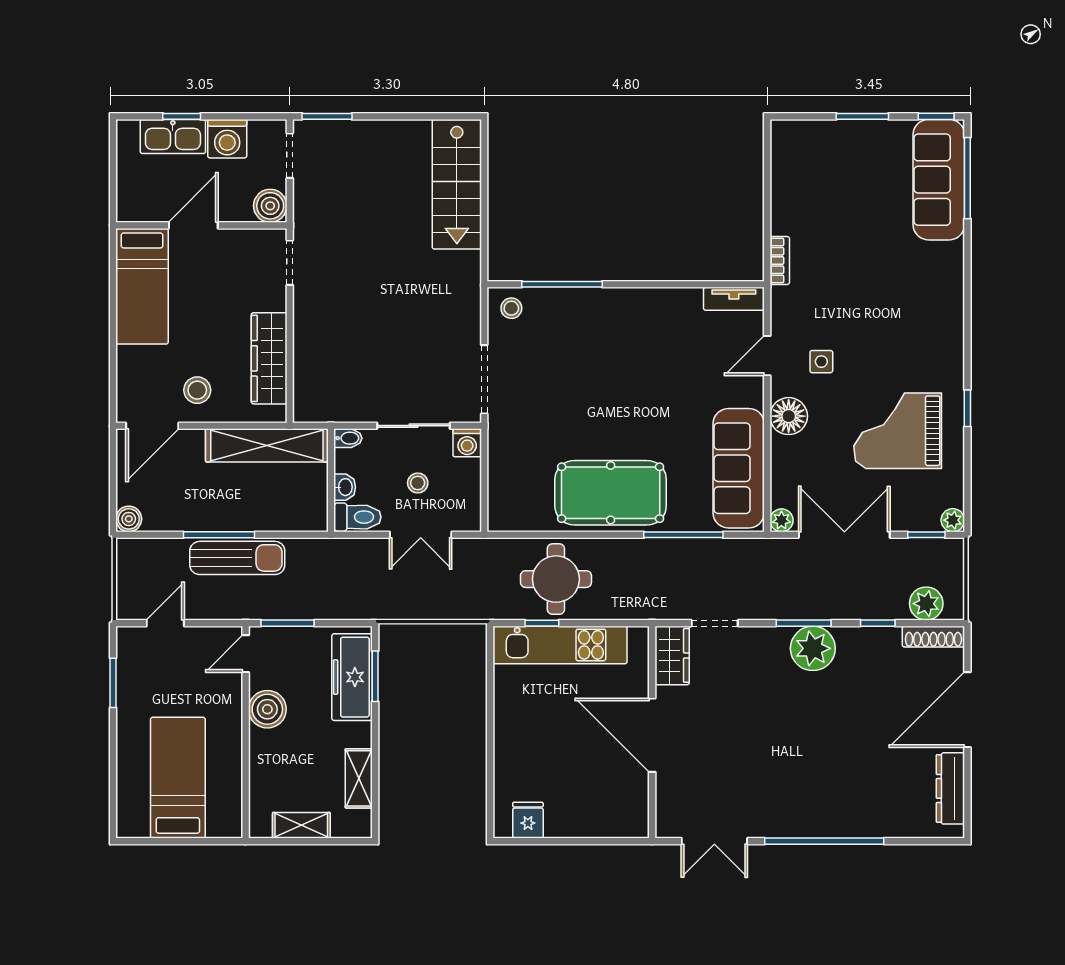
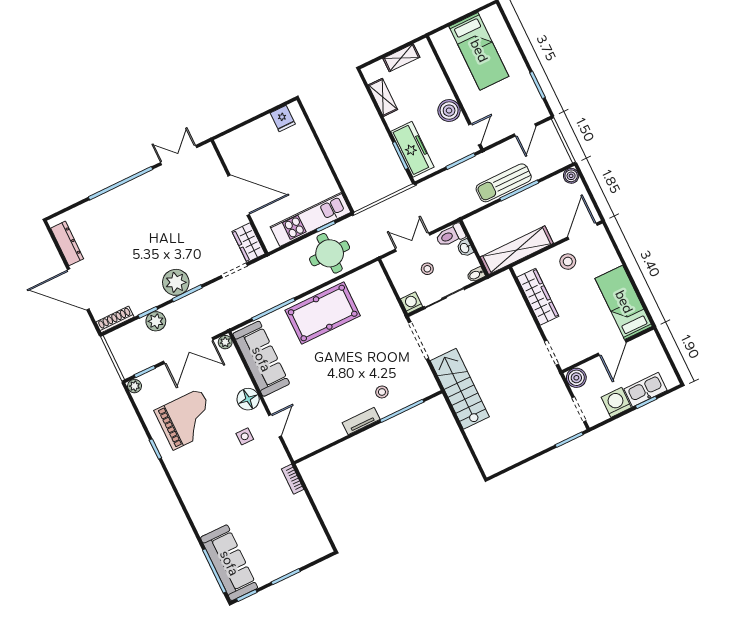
stairs: (457, 184) -> (460, 389), moved
tv unit: (734, 299) -> (361, 421), moved
stool: (511, 308) -> (382, 392), moved
plant: (926, 604) -> (156, 321), moved
door: (967, 710) -> (78, 289), swing flipped

